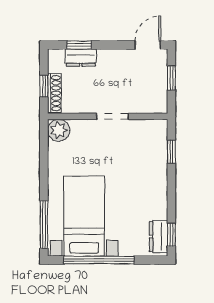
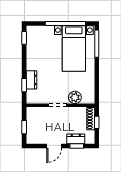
door: (148, 45) -> (54, 146), moved
plant: (59, 130) -> (75, 97), moved
dresser: (158, 237) -> (31, 80), moved

